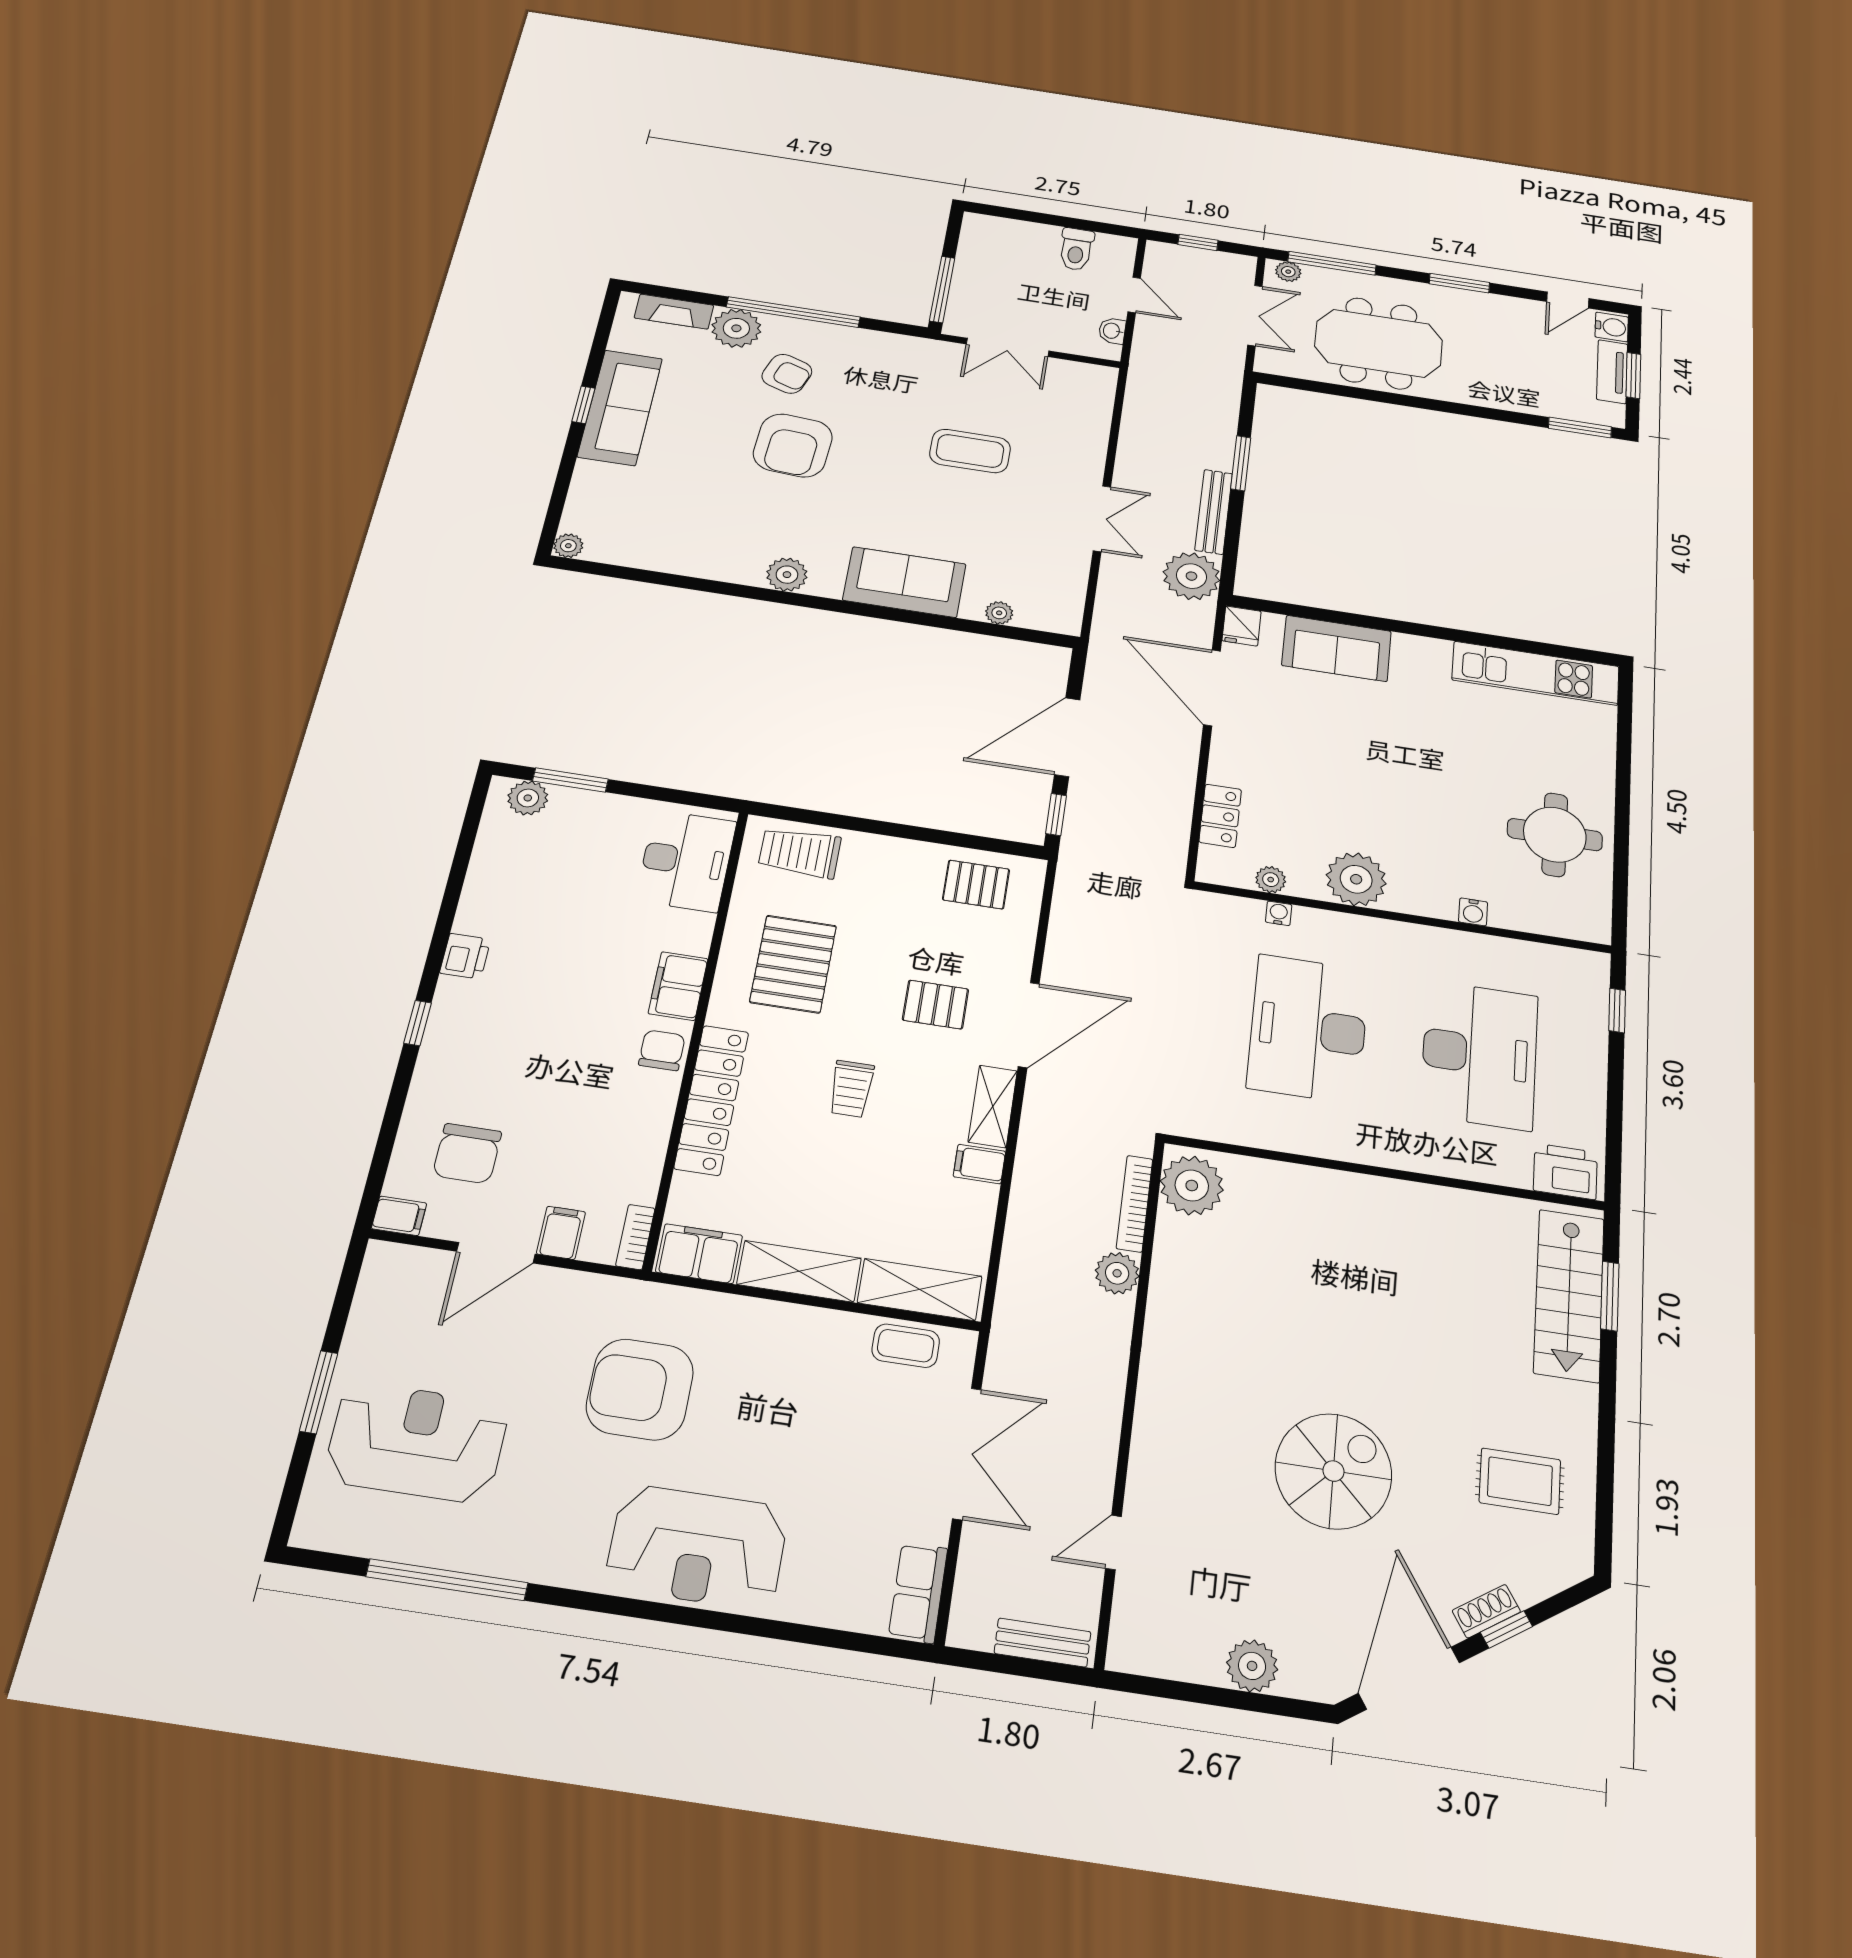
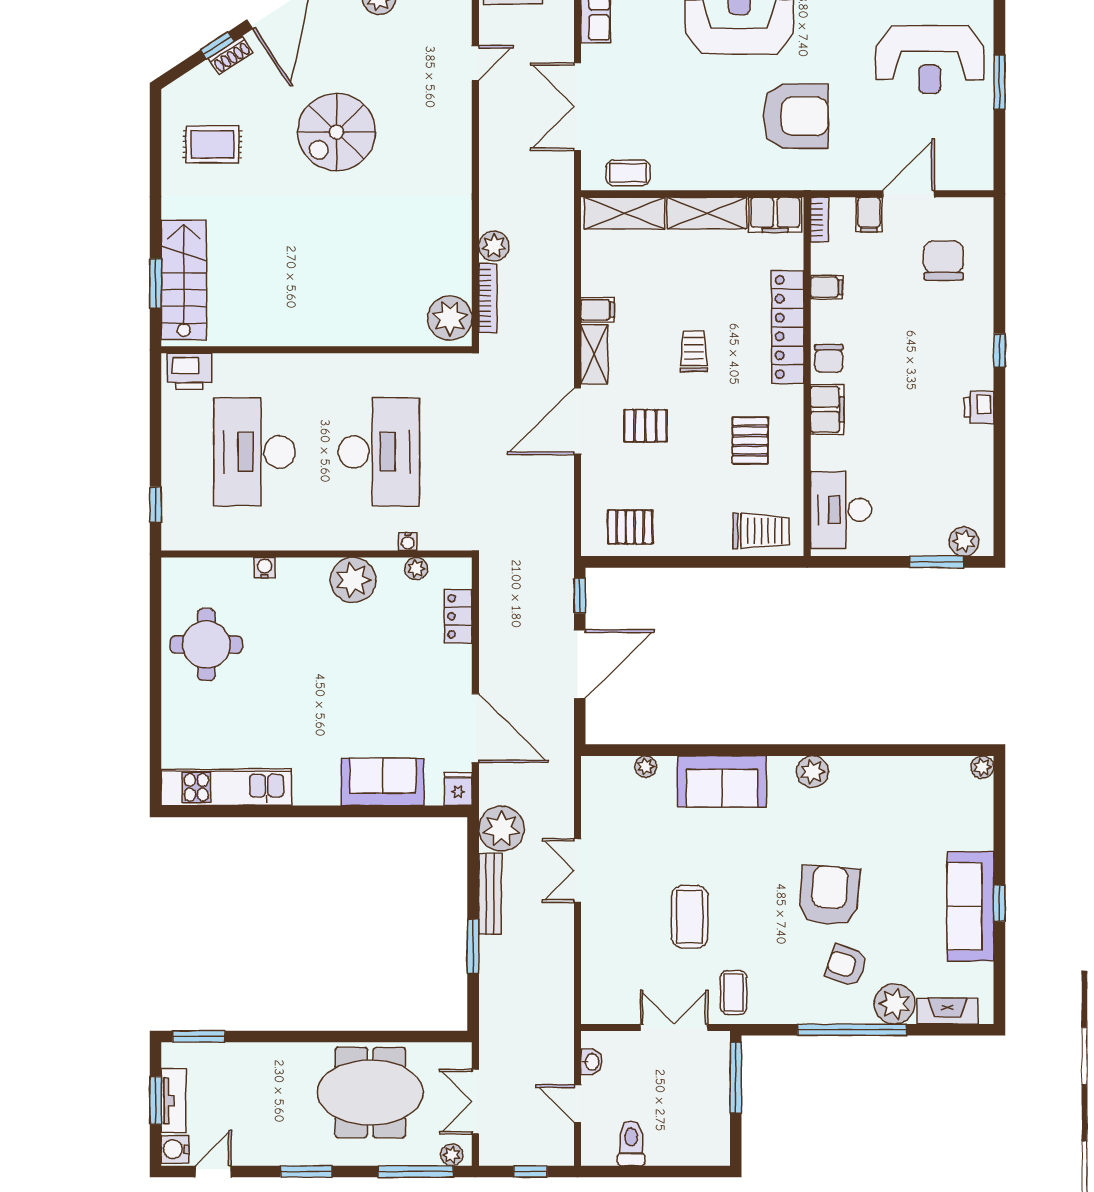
coffee table: (930, 369) -> (734, 993), added
coffee table: (970, 451) -> (690, 917), turned 90
pallet: (793, 964) -> (750, 441), width x0.67, depth x0.71
filing cabinet: (399, 1216) -> (827, 287), moved, turned 180

